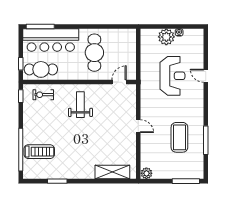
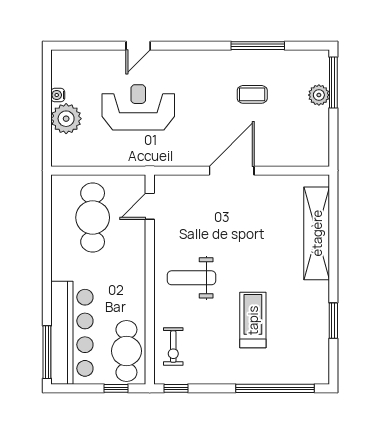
cafe table: (94, 53) -> (93, 218), moved, turned 90
door: (119, 82) -> (150, 206), hinge flipped
door: (138, 126) -> (232, 171), width x1.87
coffee table: (179, 137) -> (252, 94), width x0.54, depth x0.58
treadmill: (39, 152) -> (253, 320), moved
shelving: (112, 172) -> (317, 233), width x1.47
plant: (146, 173) -> (319, 95), moved

